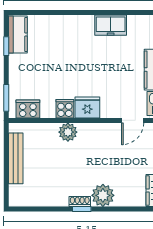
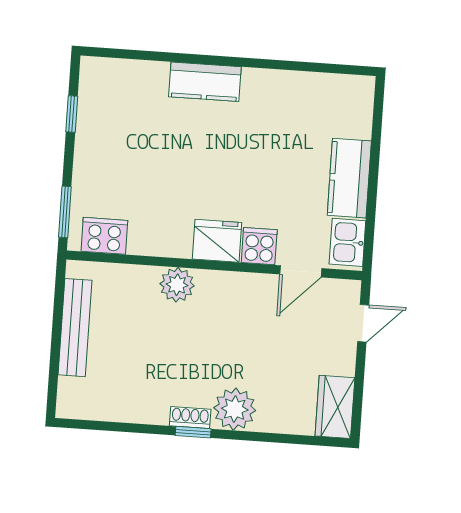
freezer: (111, 25) -> (272, 88), removed
kitchen counter: (18, 35) -> (205, 82), moved, turned 90
cooker: (65, 109) -> (259, 246), moved

